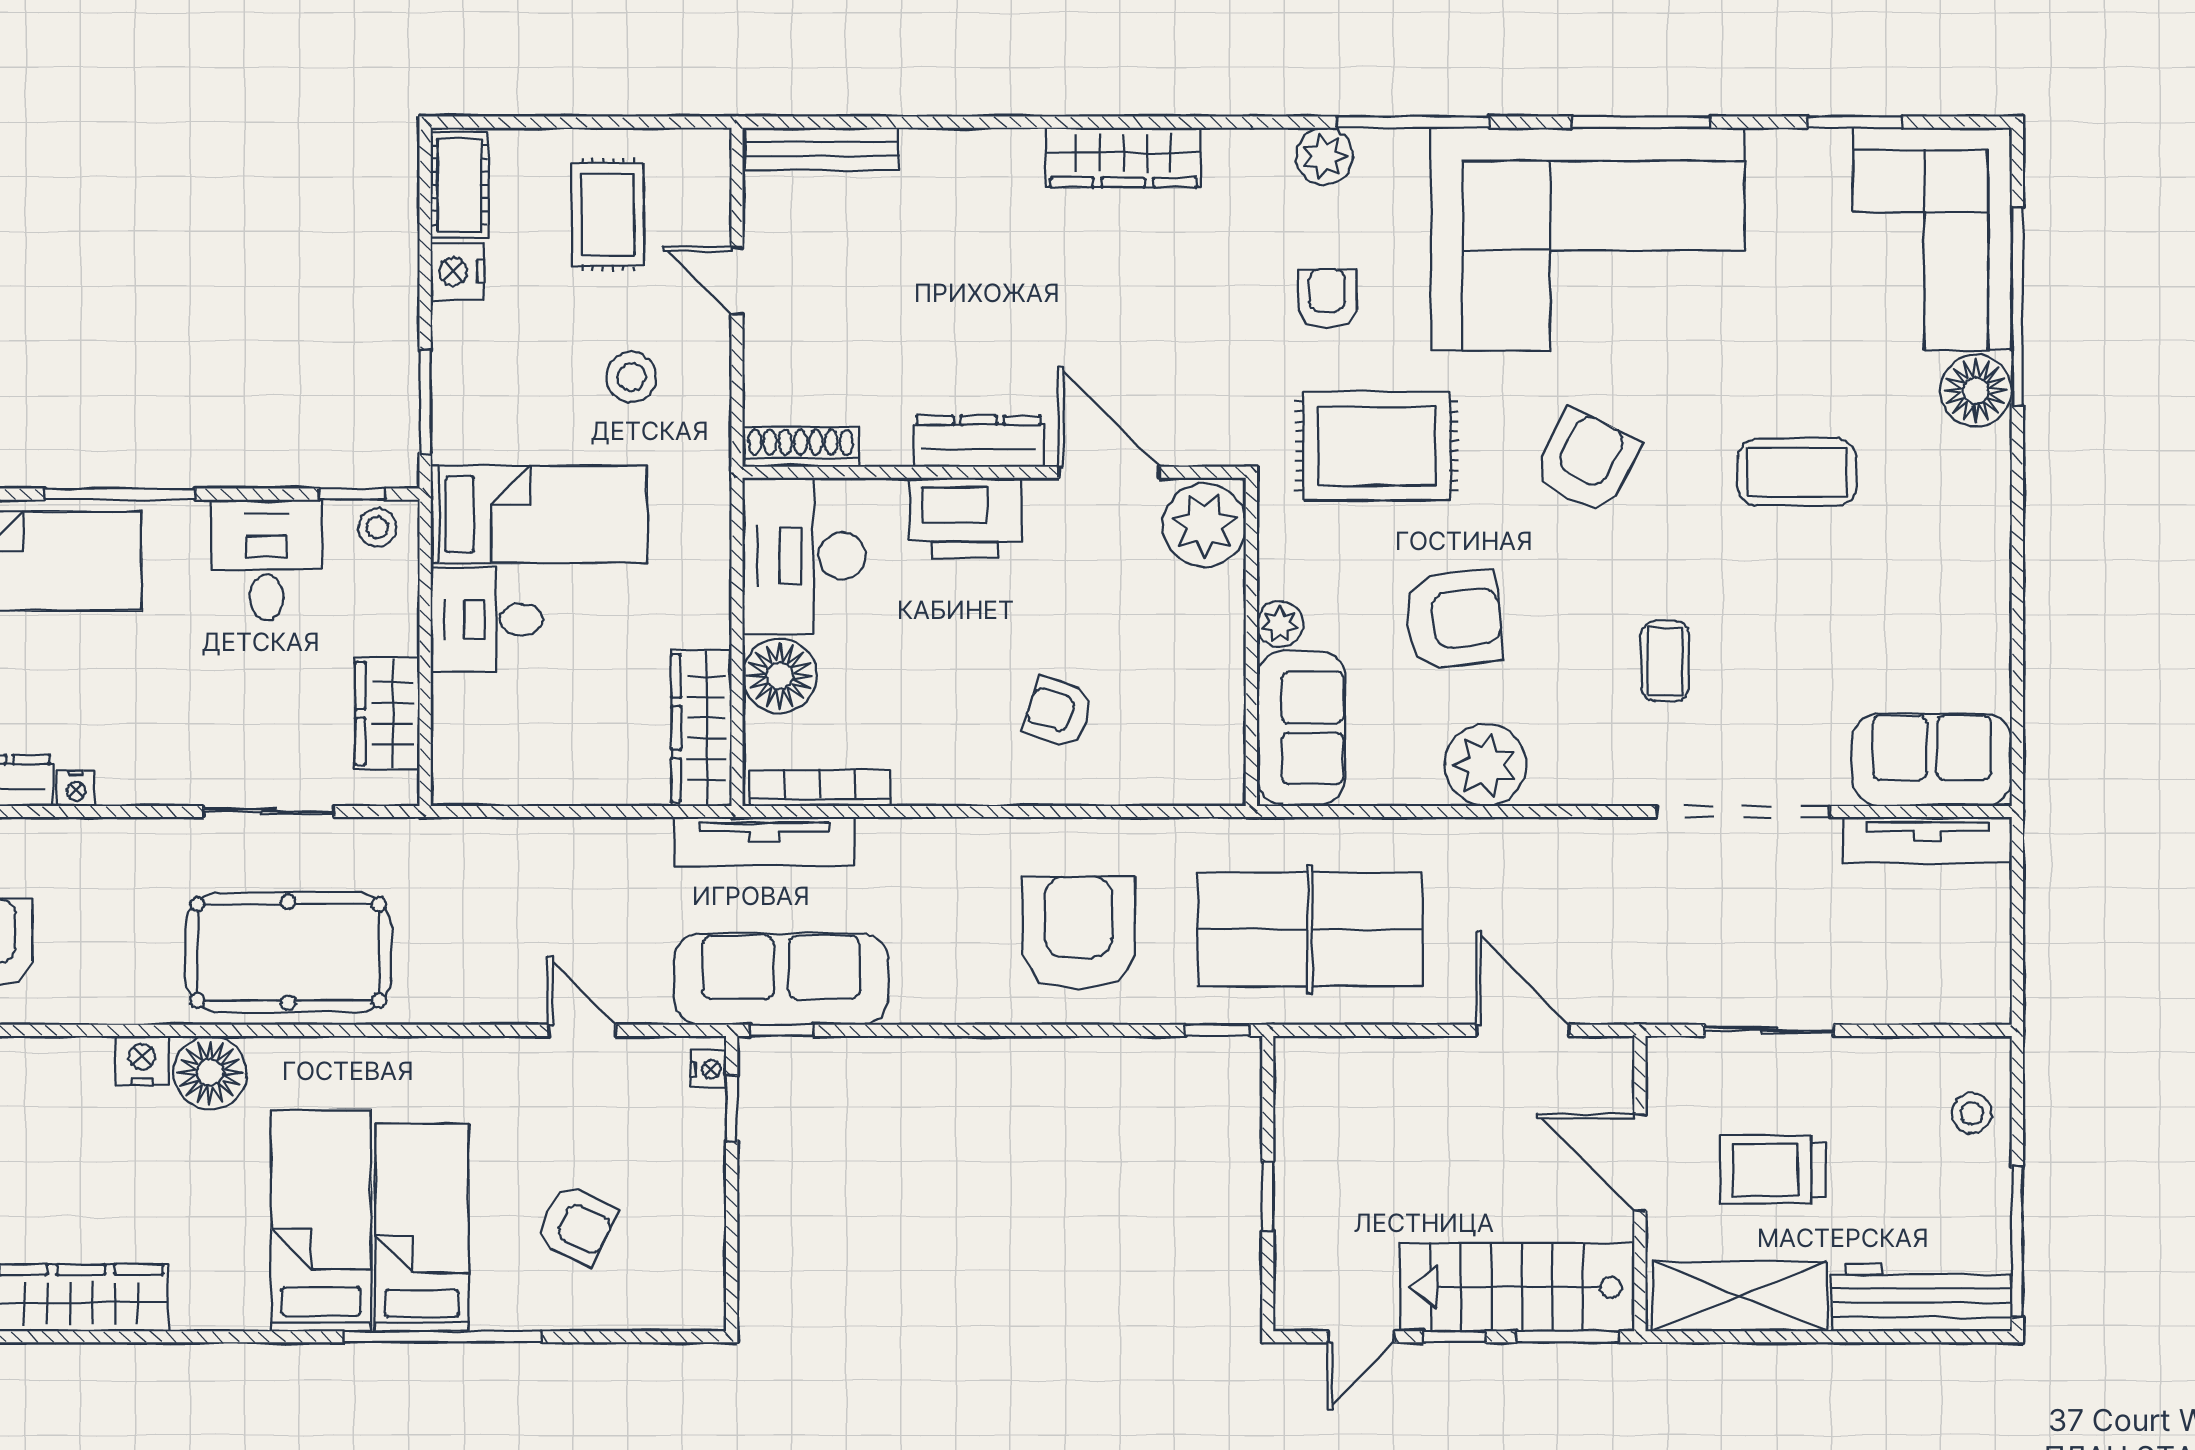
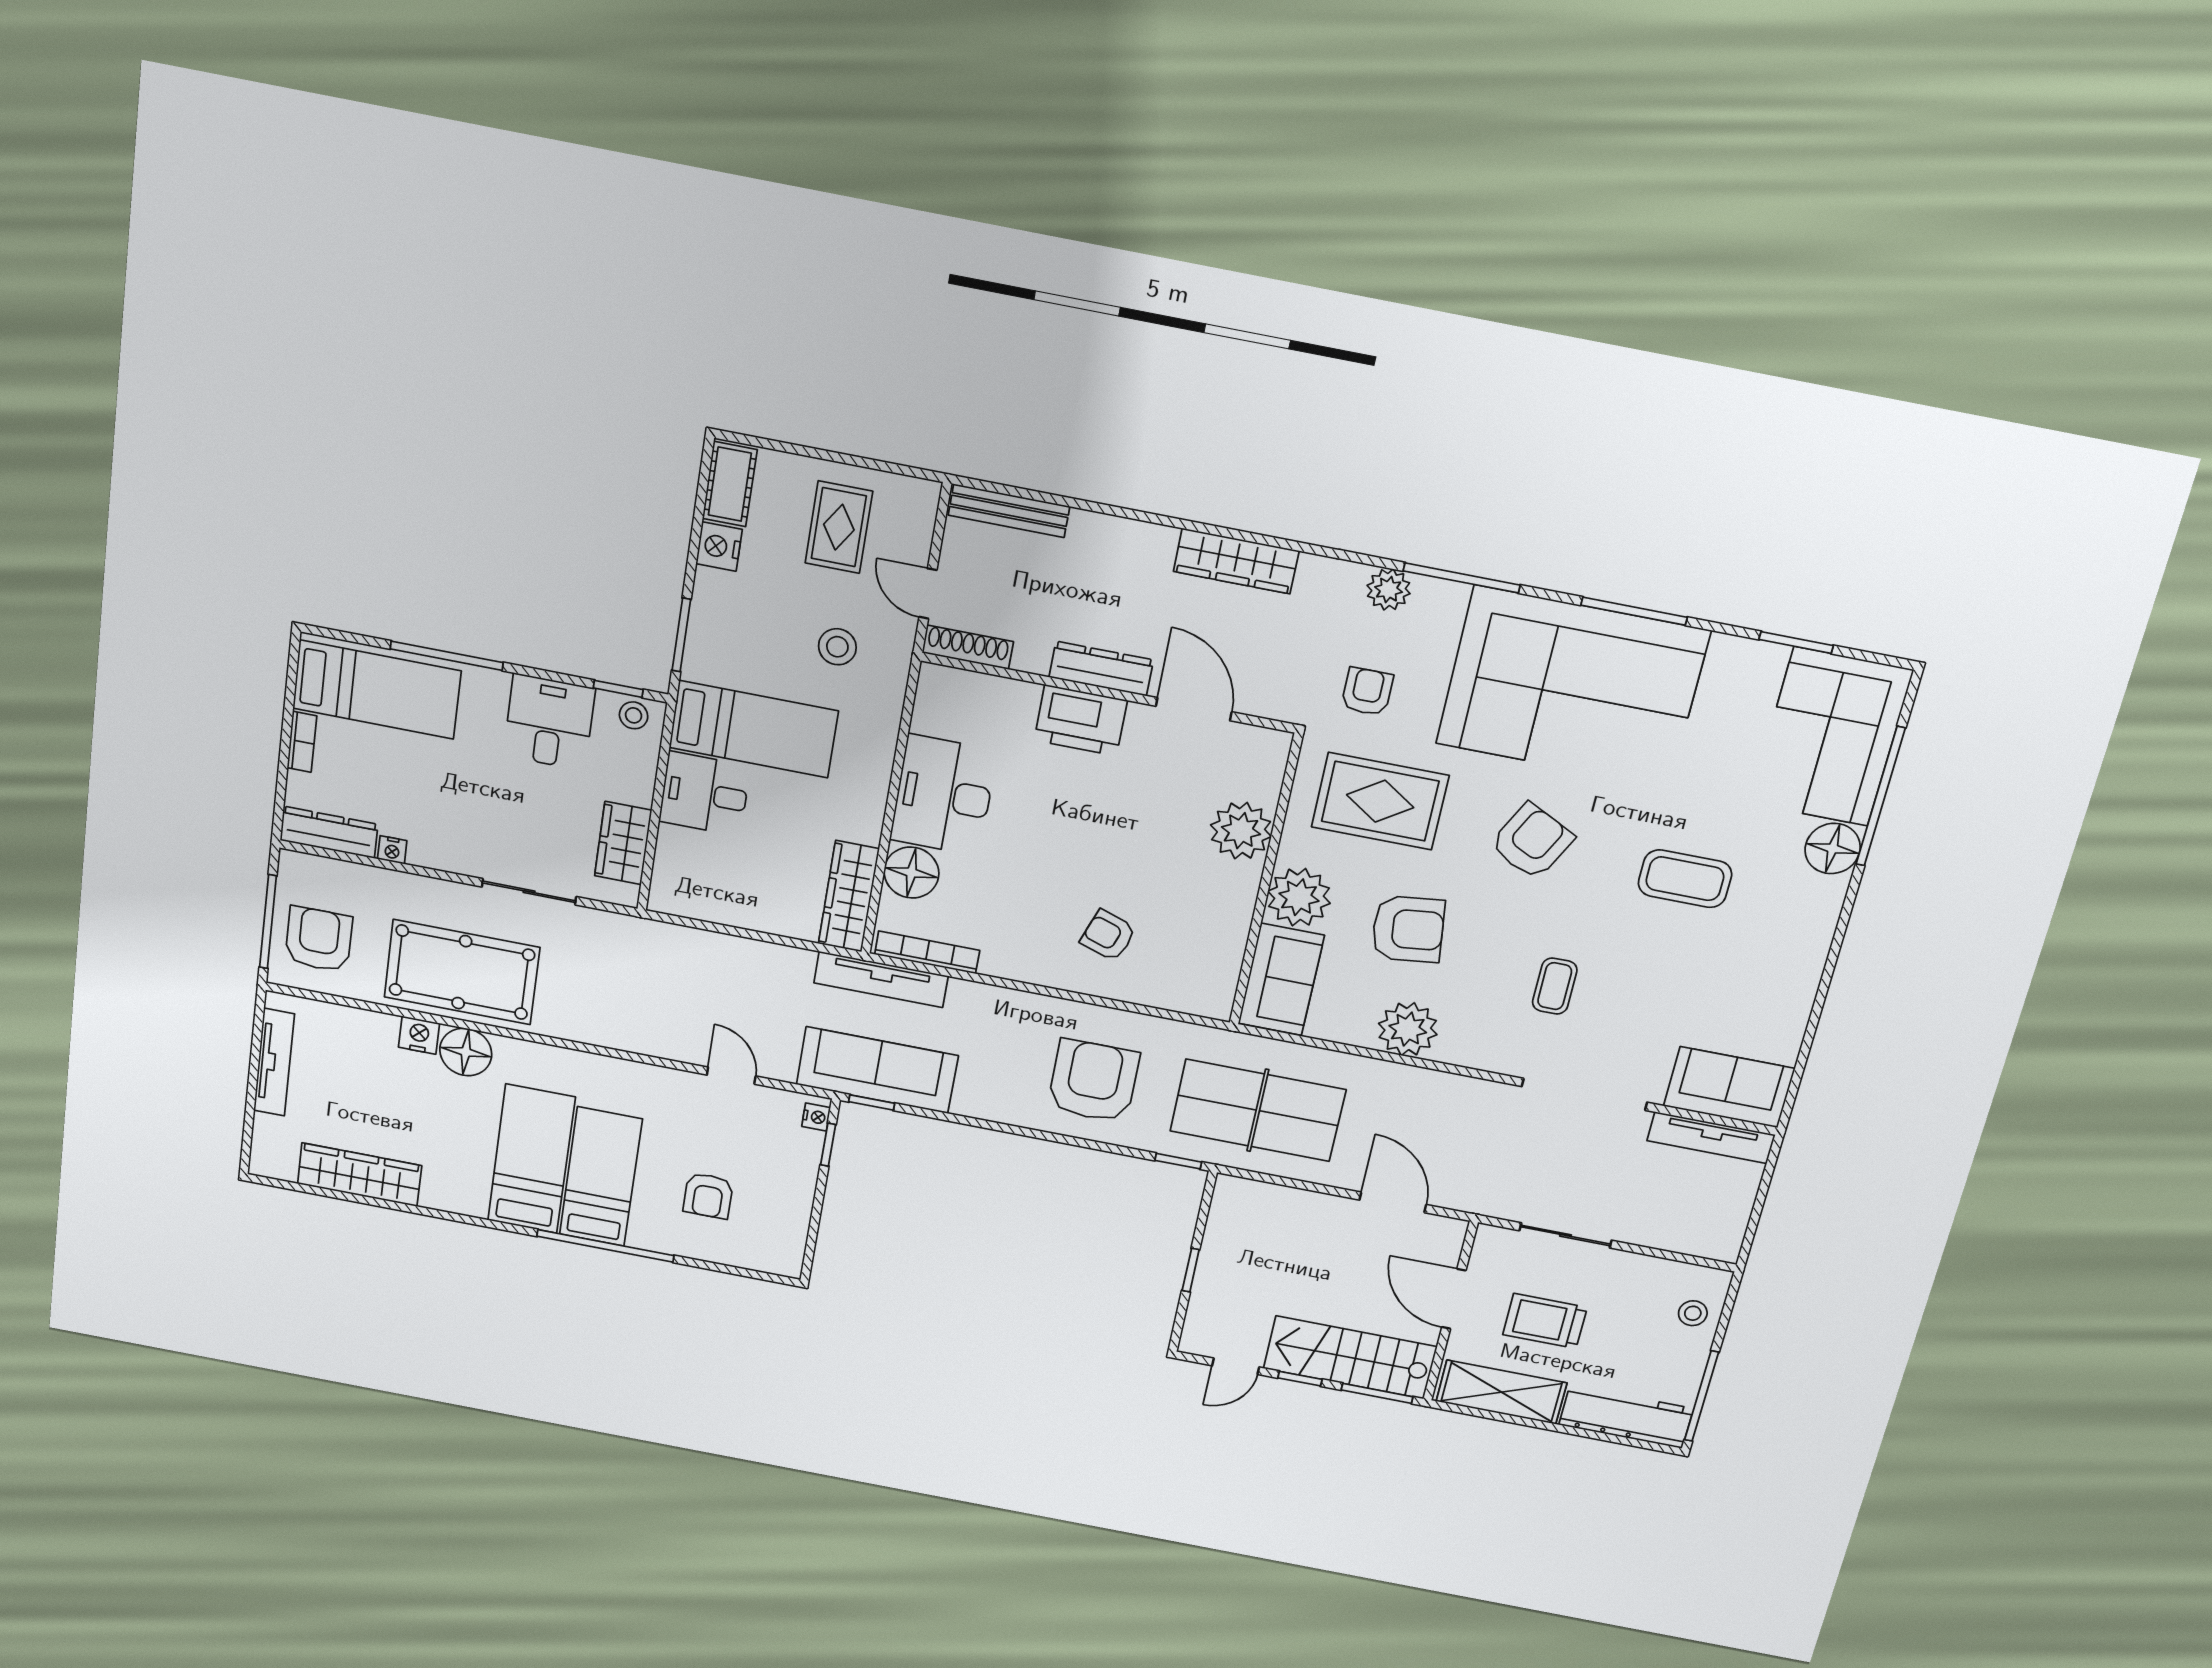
dresser: (979, 441) -> (1101, 669), moved
shoe rack: (801, 447) -> (968, 647), moved
wall: (994, 472) -> (1108, 693), moved
door: (1109, 472) -> (1194, 709), moved
printer: (965, 518) -> (1081, 720), moved
plant: (1280, 624) -> (1299, 897), width x1.88, depth x1.88
pool table: (288, 952) -> (462, 972), moved
armchair: (576, 1225) -> (708, 1196), turned 64

